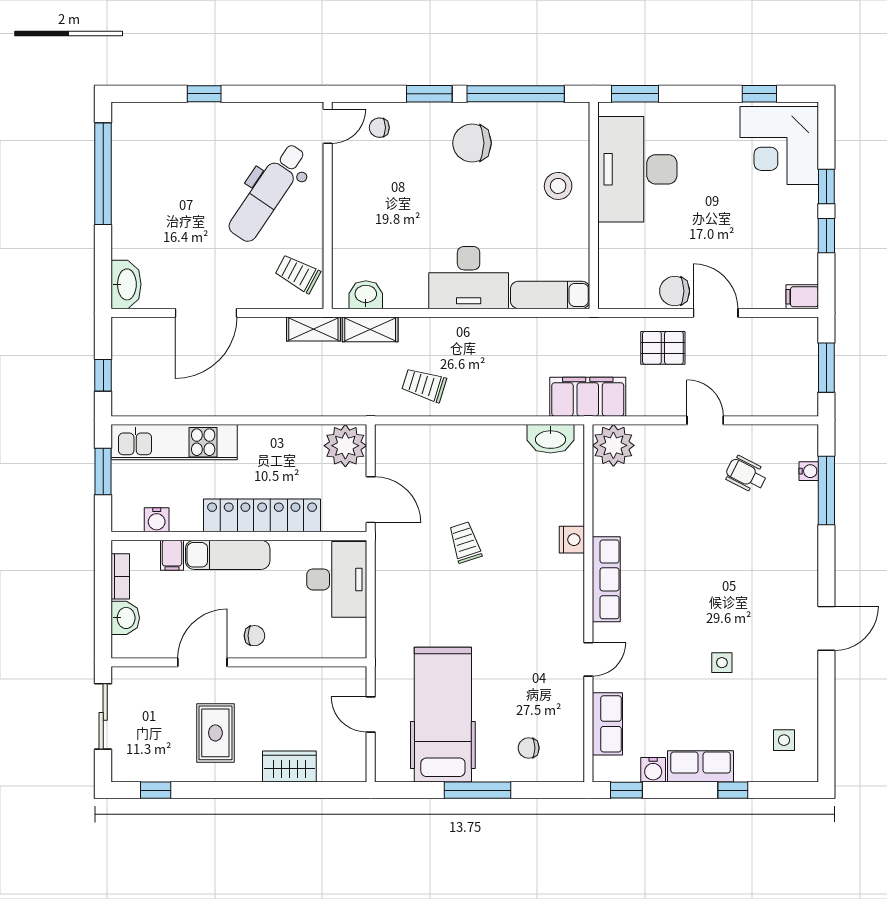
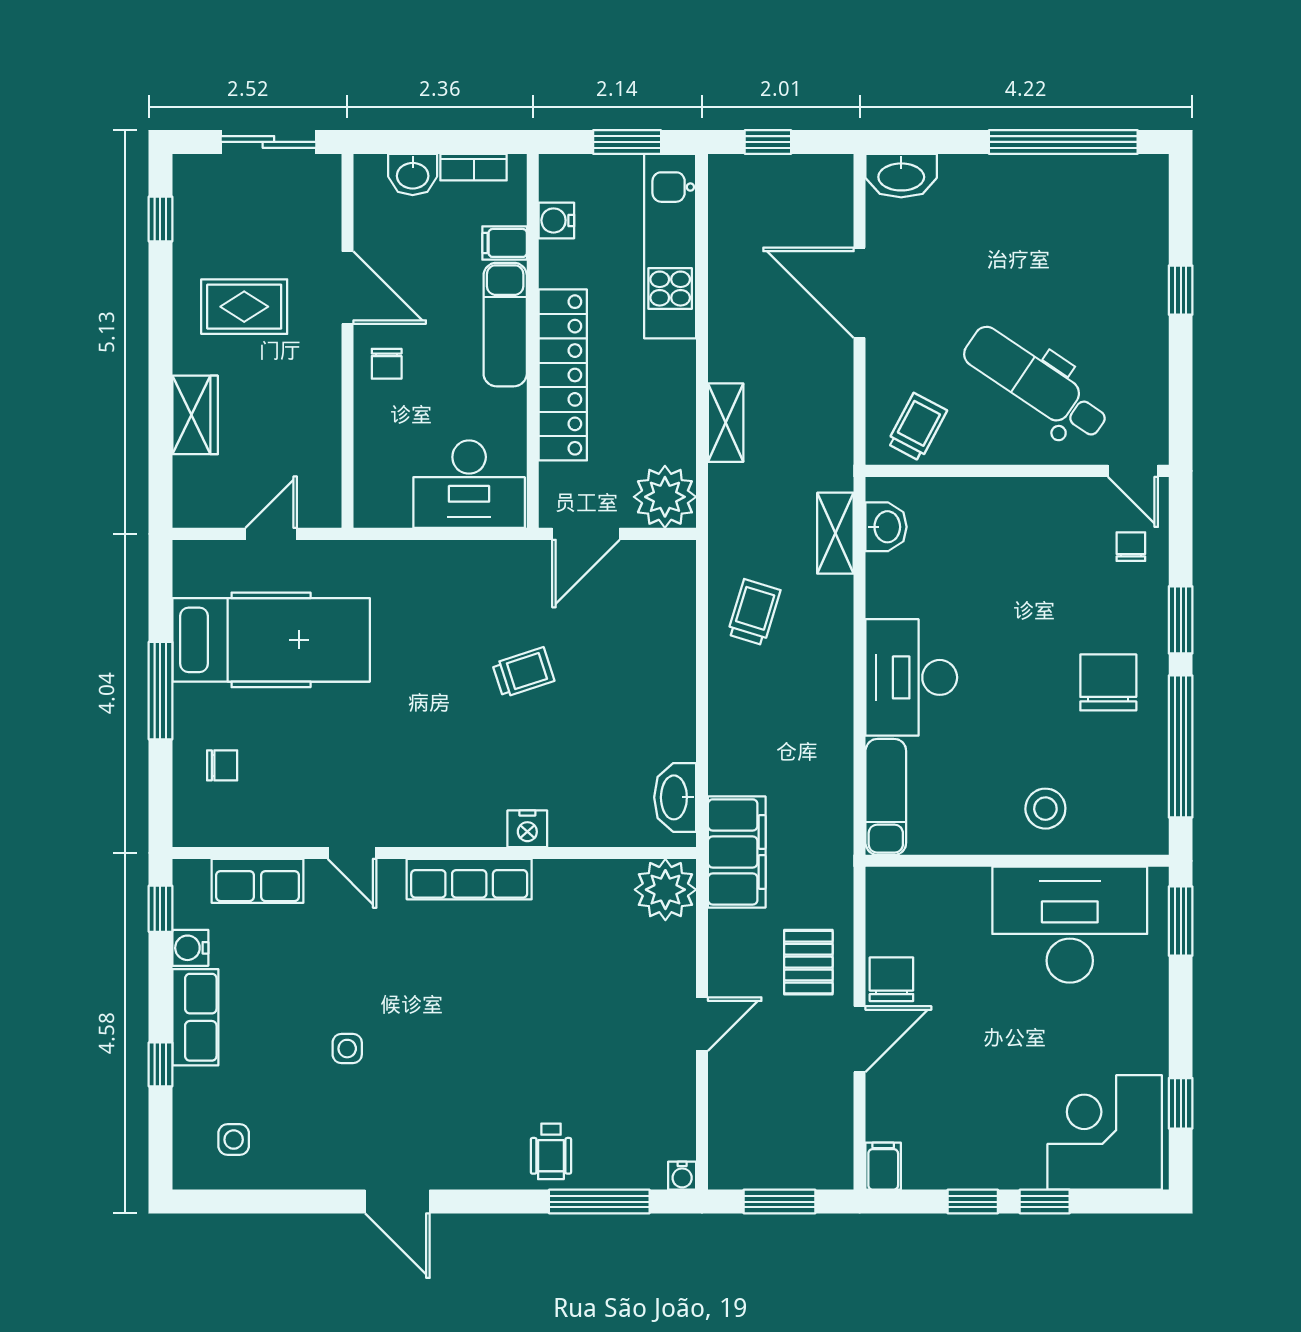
shelving: (313, 329) -> (726, 423), moved
water cooler: (809, 471) -> (682, 1176), moved
wheelchair: (746, 474) -> (551, 1151), moved, turned 153
chair: (529, 748) -> (222, 765), turned 90

